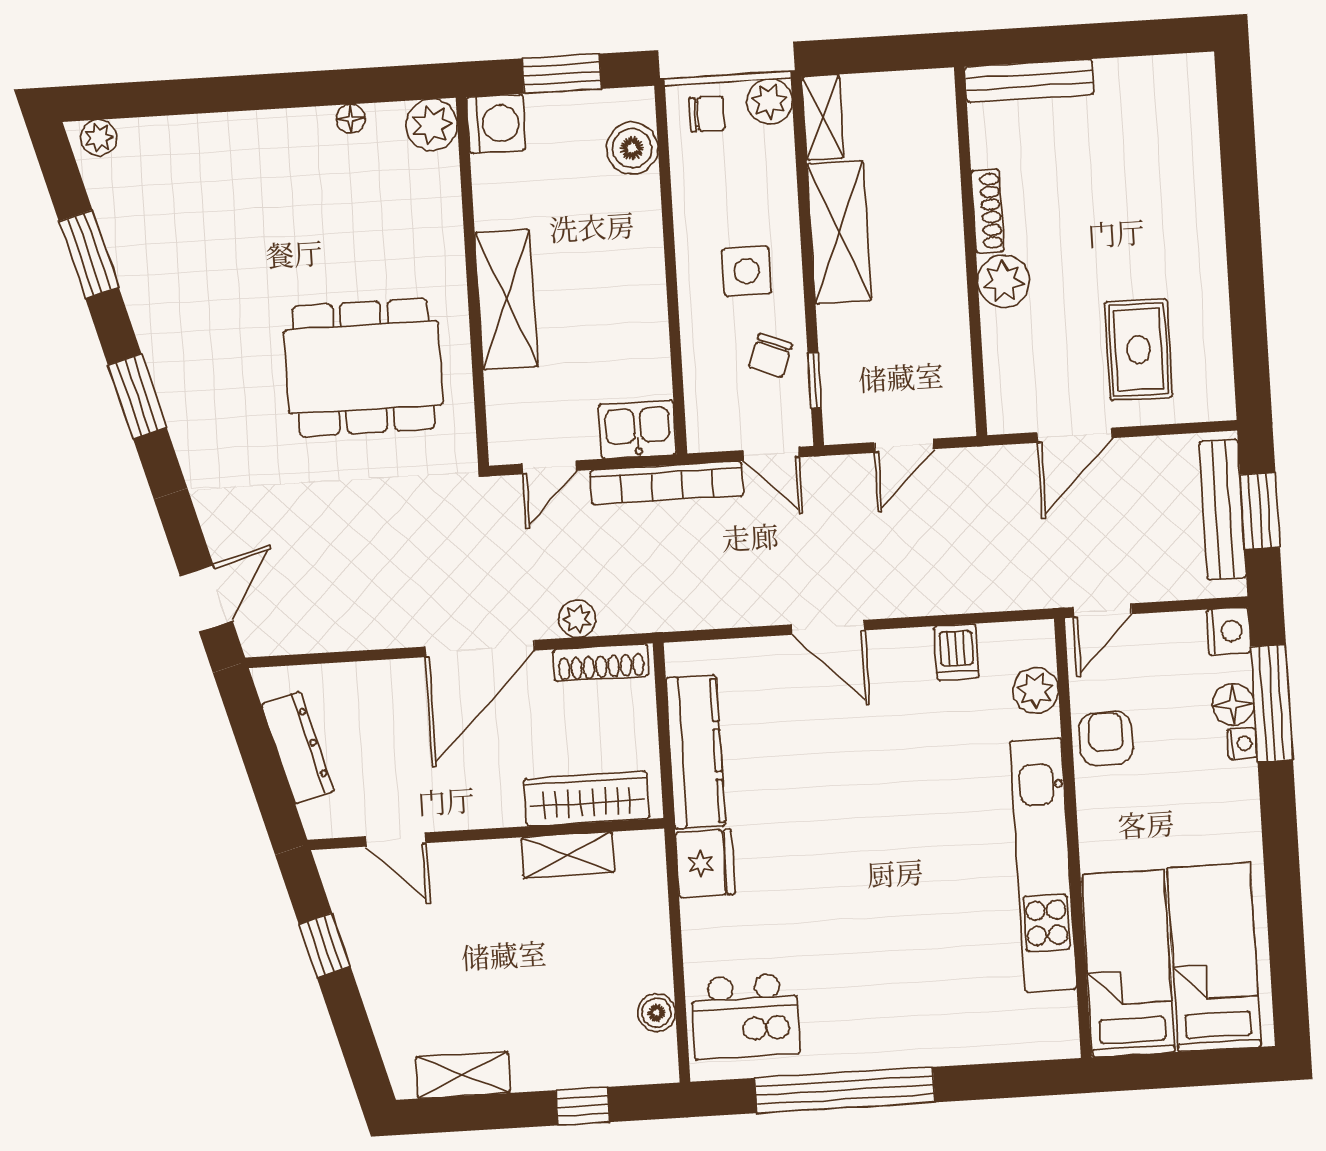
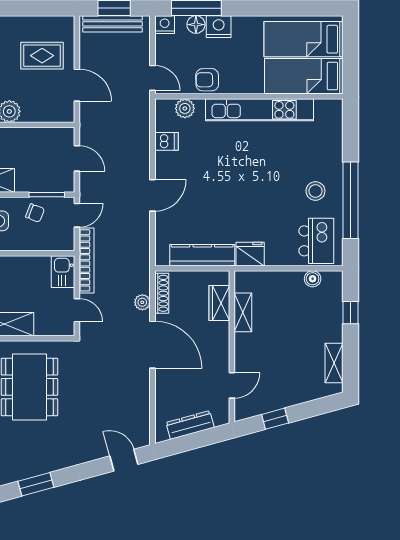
window: (815, 380) -> (47, 195), width x1.50
nightstand: (1242, 744) -> (219, 27), width x1.89, depth x1.79
wardrobe: (587, 799) -> (219, 303), width x0.67
stool: (862, 1007) -> (315, 191), added

